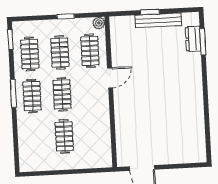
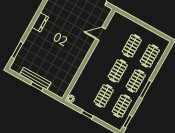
dresser: (193, 39) -> (40, 22), moved
clothes rail: (90, 51) -> (150, 56), moved
door: (110, 78) -> (100, 34), moved

